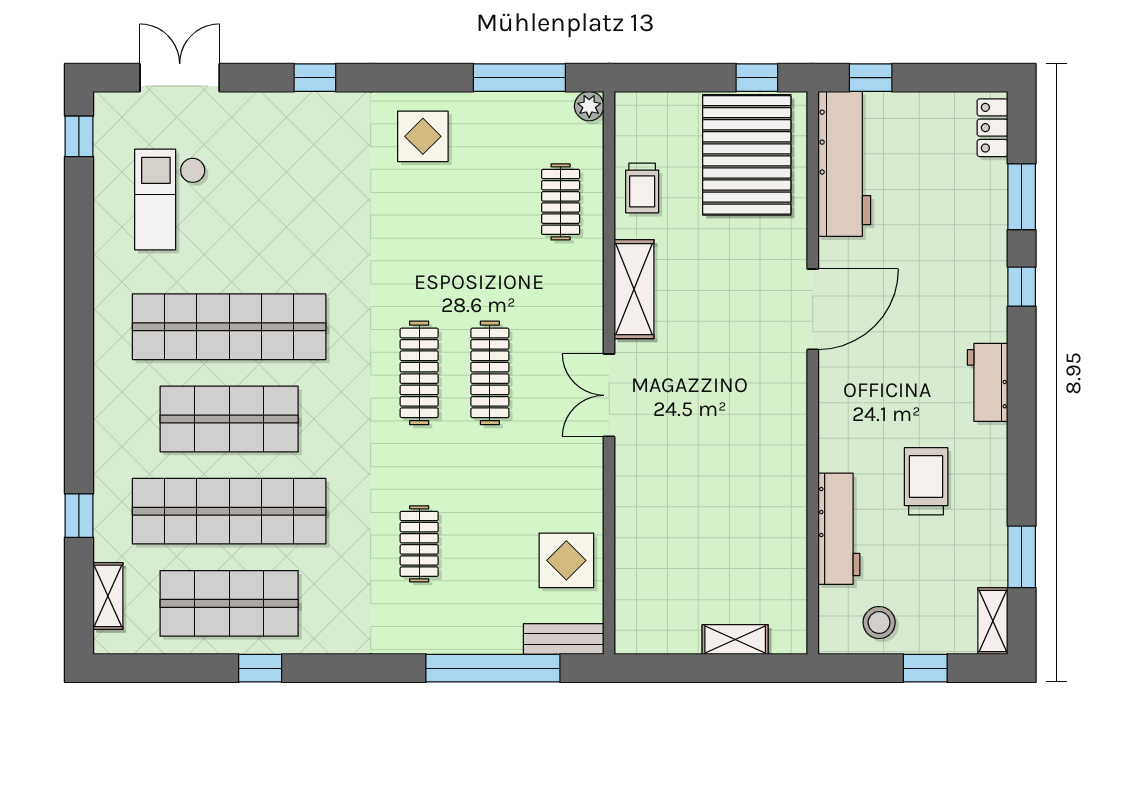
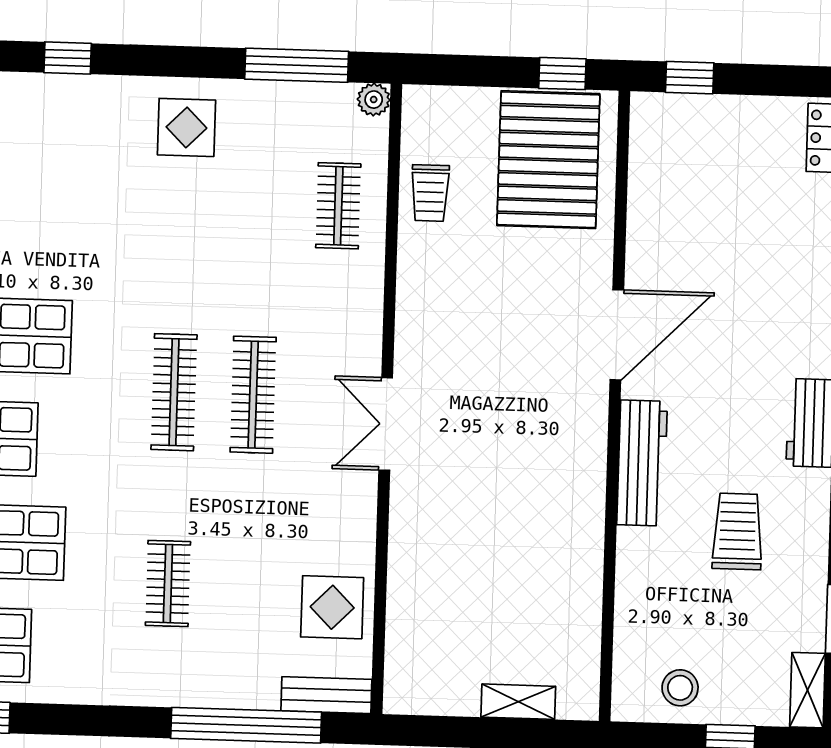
workbench: (844, 164) -> (657, 173), removed
shelving: (634, 289) -> (417, 306), removed
workbench: (839, 529) -> (642, 463), moved

